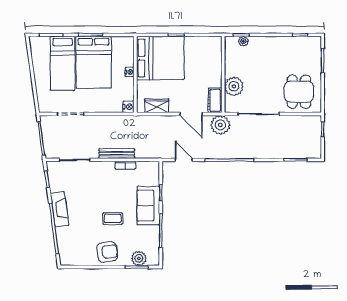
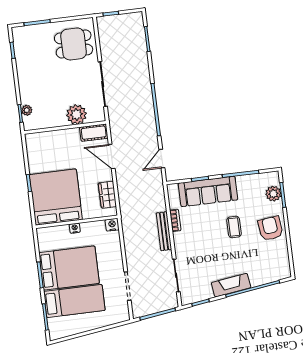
door: (191, 114) -> (112, 157), swing flipped
plant: (220, 125) -> (120, 124), removed
sofa: (148, 206) -> (208, 191), width x1.36

